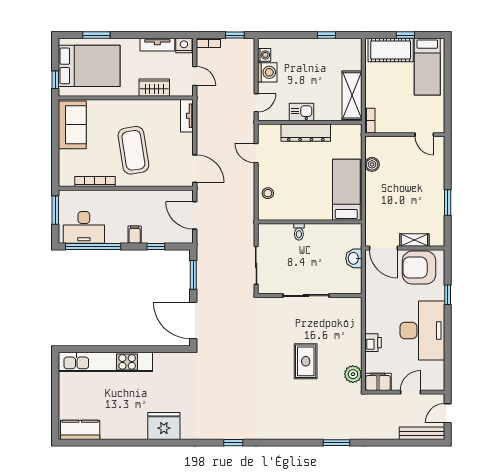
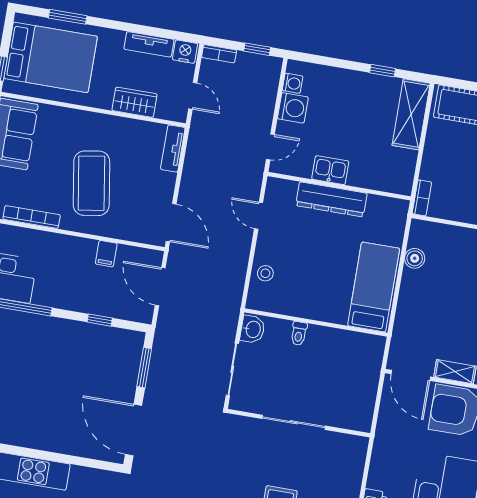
shelving: (352, 95) -> (411, 114), moved
filing cabinet: (135, 235) -> (106, 254), moved, turned 180
washbasin: (354, 258) -> (253, 329), moved, turned 180

